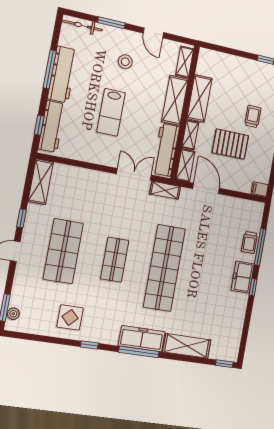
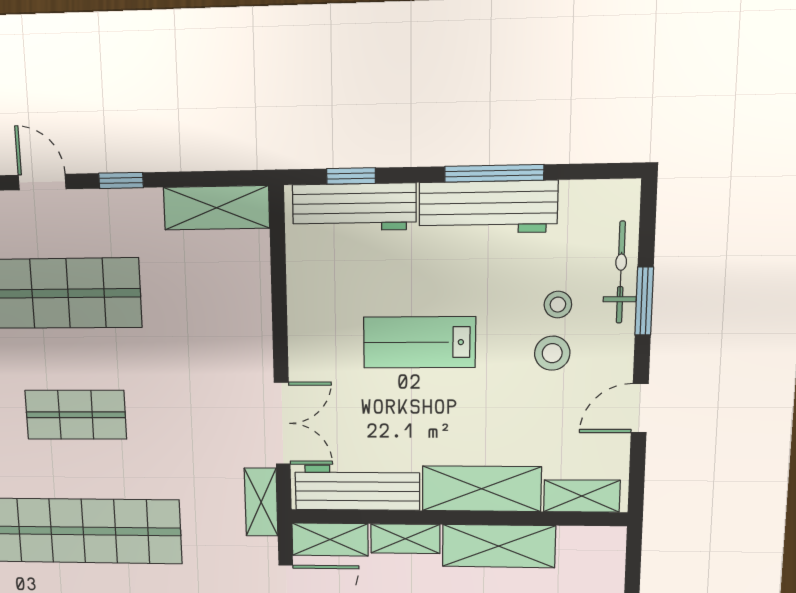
bicycle: (82, 25) -> (621, 272), moved
stool: (106, 56) -> (558, 305), added

